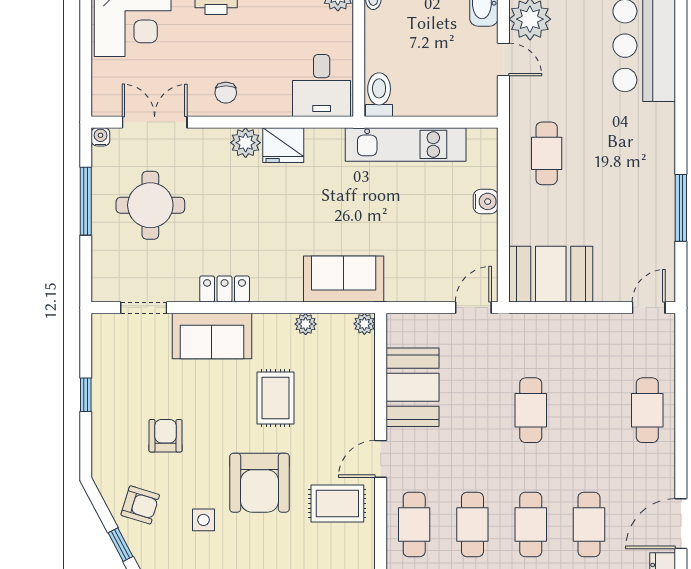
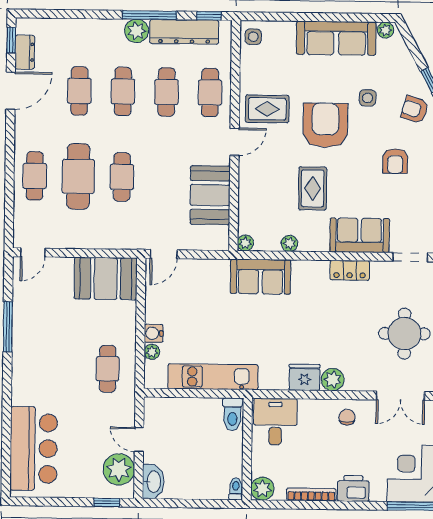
plant: (488, 177) -> (152, 352), added
cafe table: (589, 410) -> (78, 176), added

